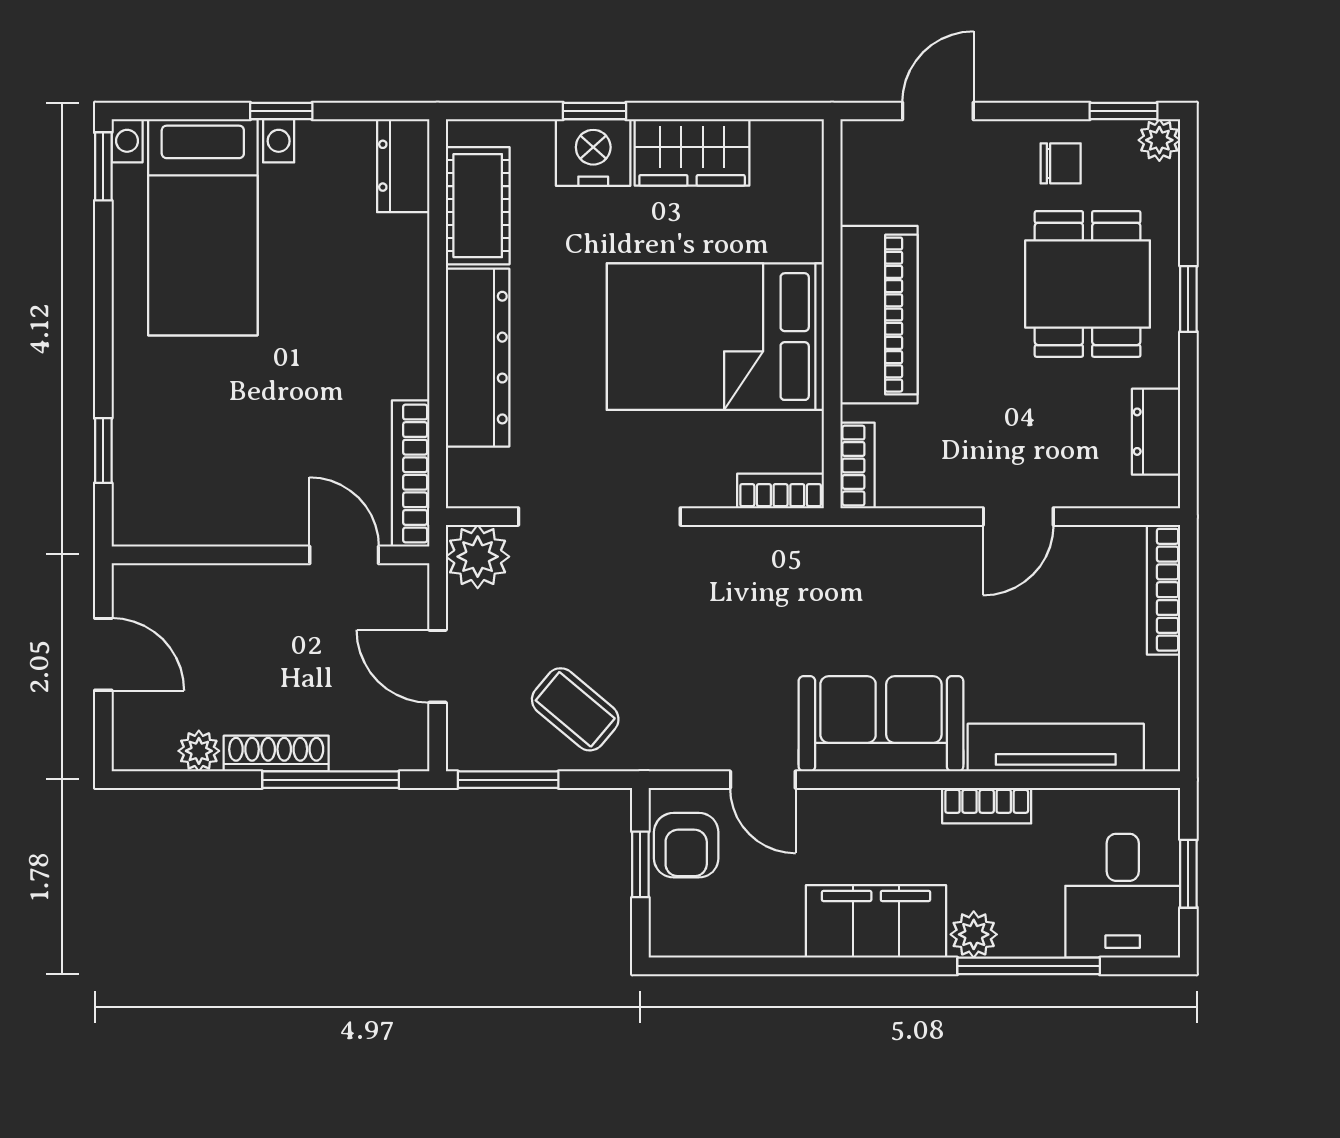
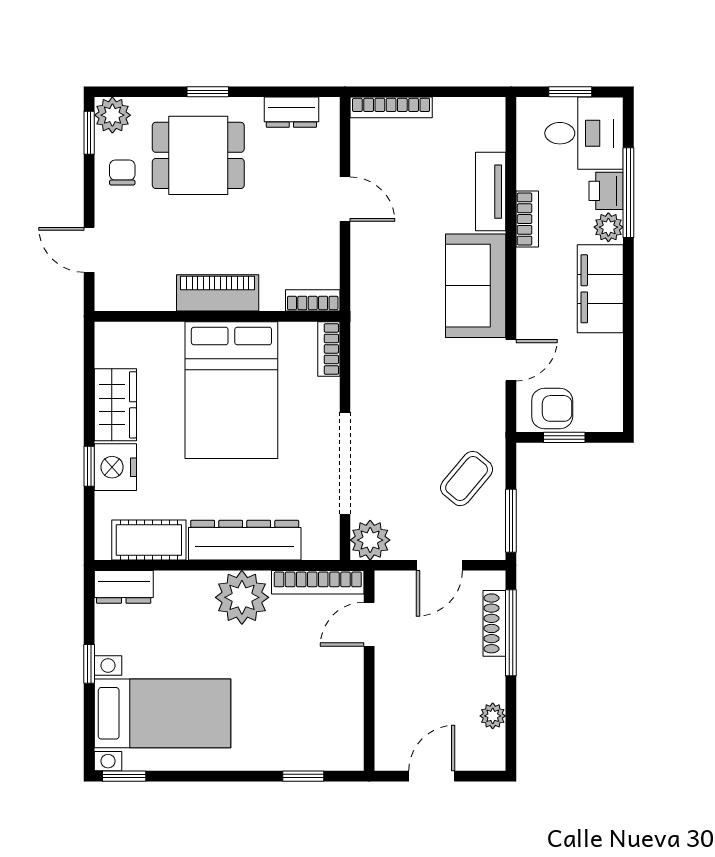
plant: (1159, 140) -> (112, 115), width x1.38, depth x1.38
piano: (879, 315) -> (218, 293), width x0.73, depth x0.75
plant: (387, 353) -> (242, 597), added
tv unit: (1056, 748) -> (491, 192), width x0.71
shoe rack: (276, 754) -> (494, 623), moved
printer: (1031, 931) -> (606, 191), added

